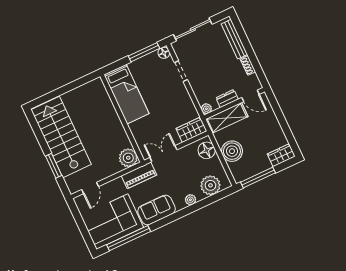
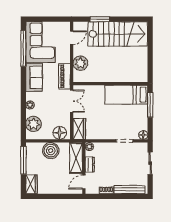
sliding door: (193, 29) -> (150, 163), width x0.73
window: (144, 52) -> (150, 105), moved
plant: (128, 158) -> (80, 63), moved
door: (90, 188) -> (72, 38), swing flipped

